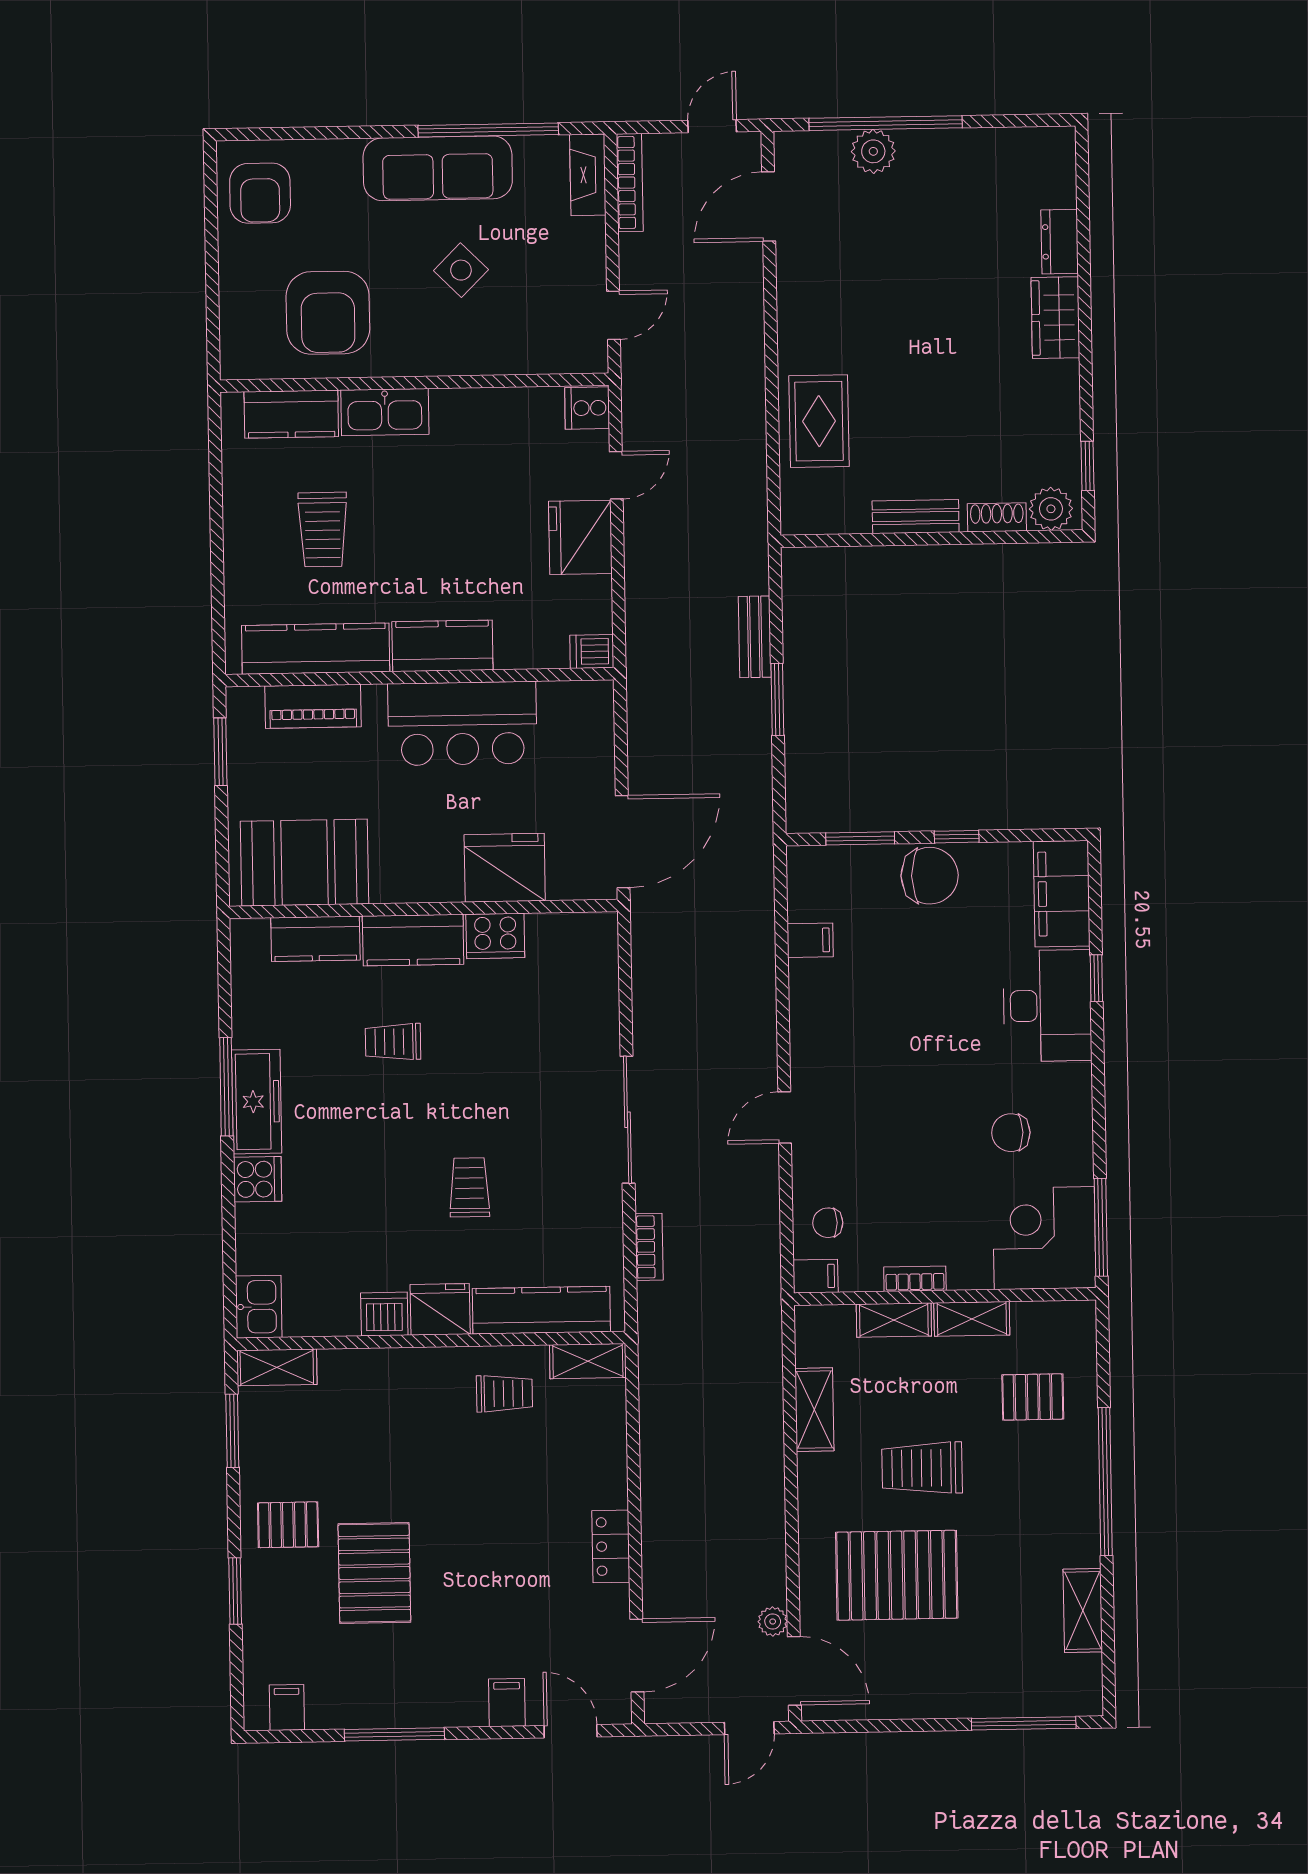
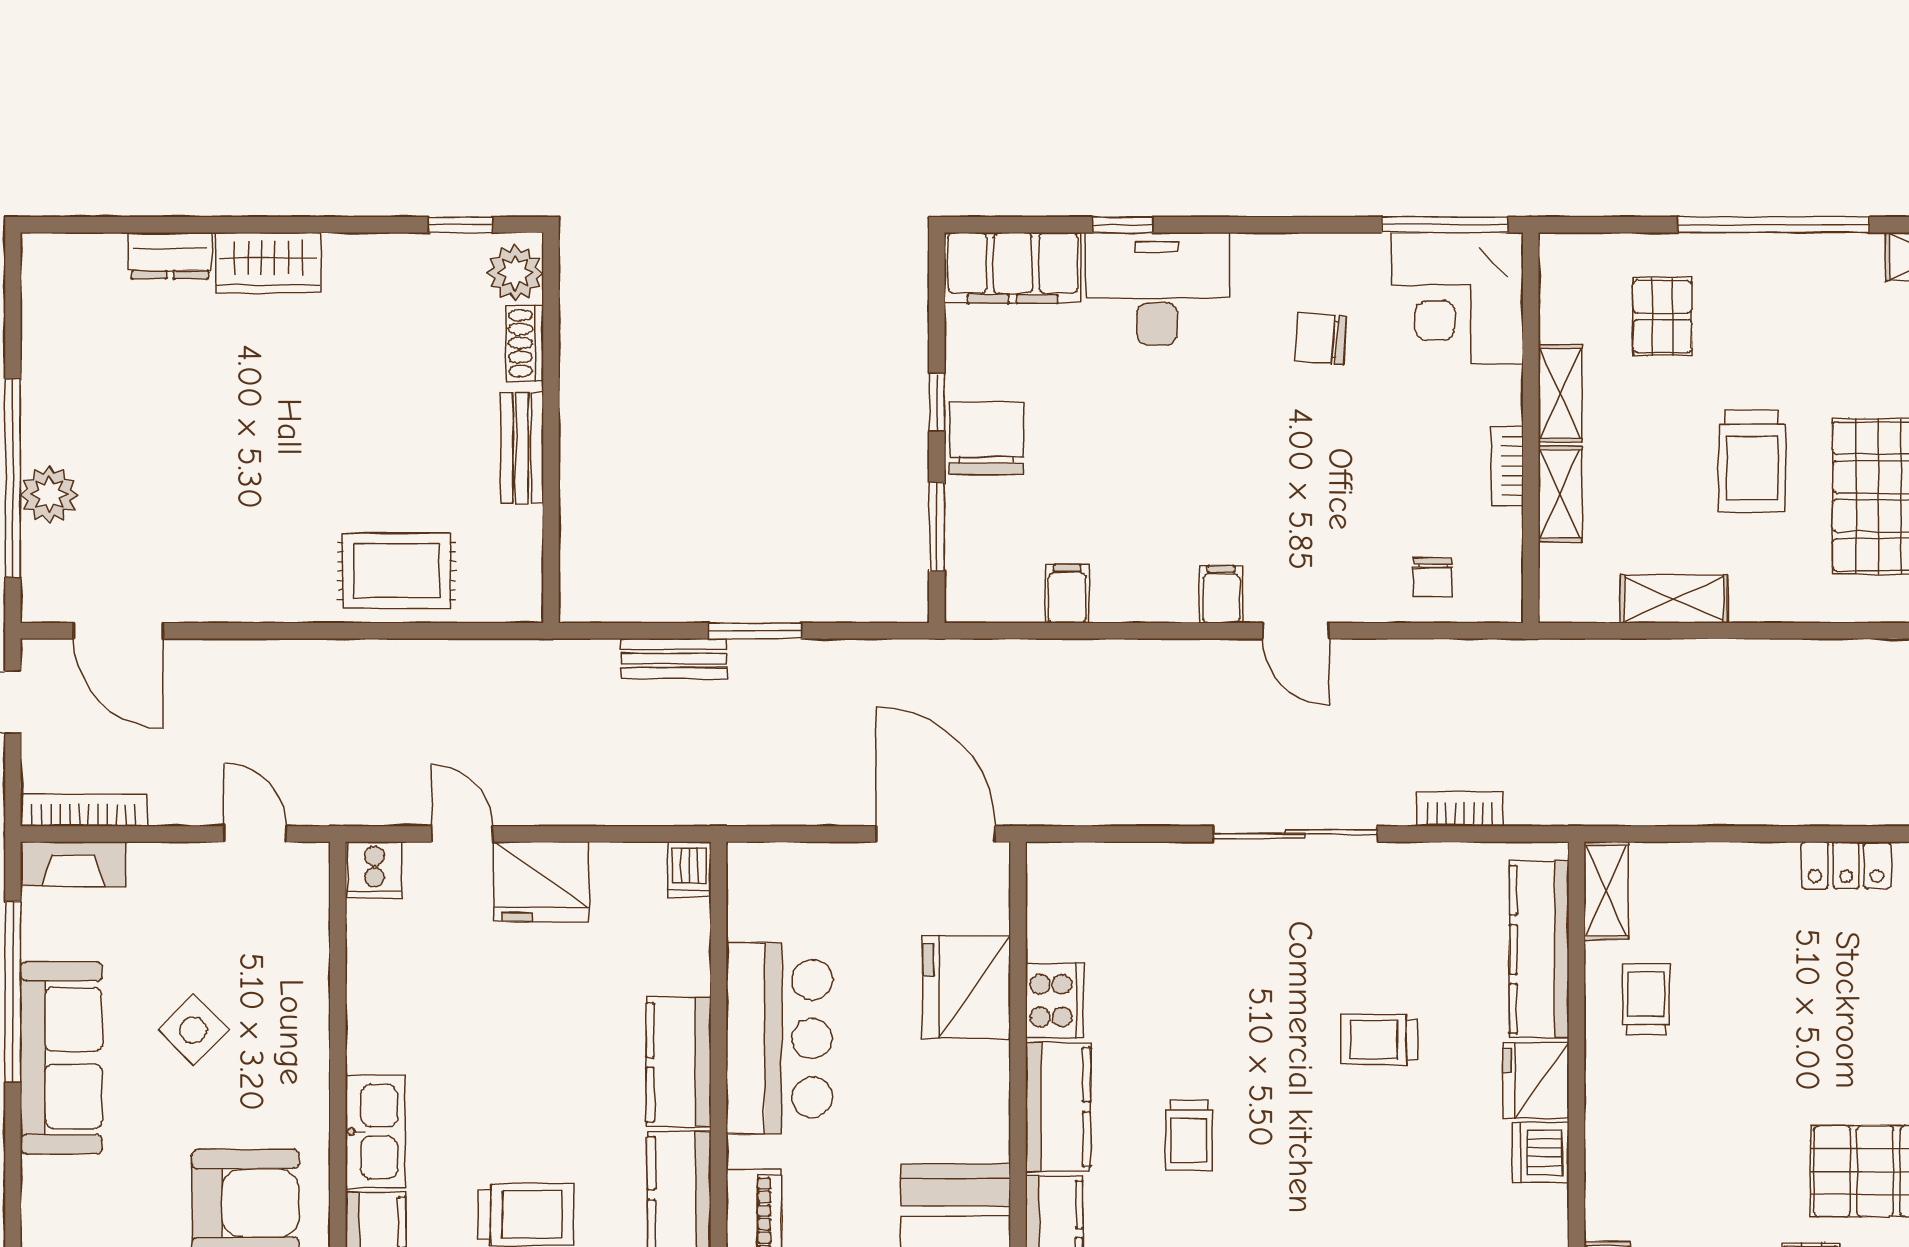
chair: (1011, 1133) -> (1320, 339), turned 94
filing cabinet: (816, 1276) -> (1221, 594), moved

